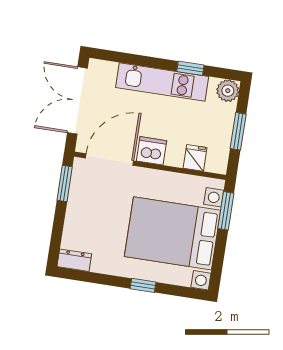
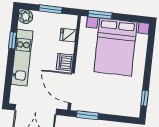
dresser: (74, 260) -> (135, 107), removed
window: (143, 285) -> (145, 98), moved

